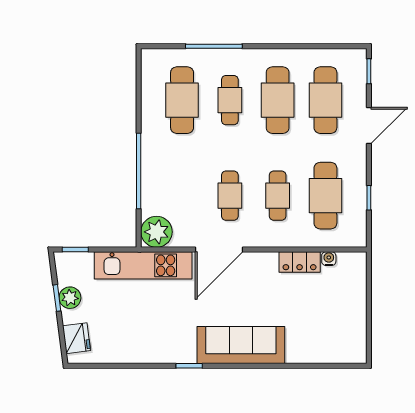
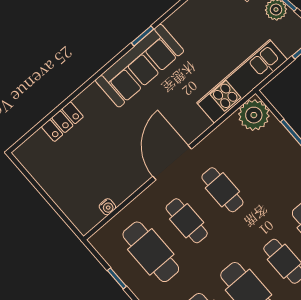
door: (219, 250) -> (172, 163), moved
locker: (300, 262) -> (62, 122), moved, turned 180
sofa: (241, 345) -> (140, 66), moved

